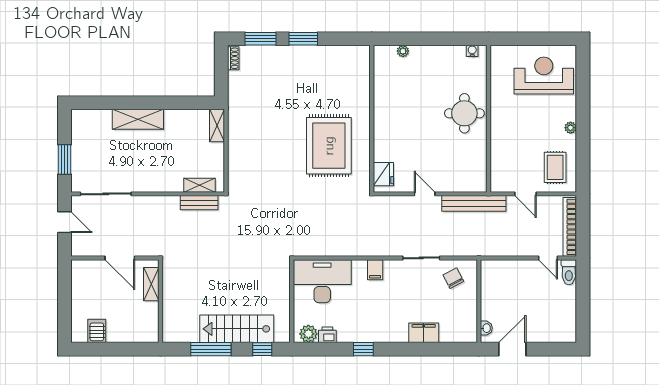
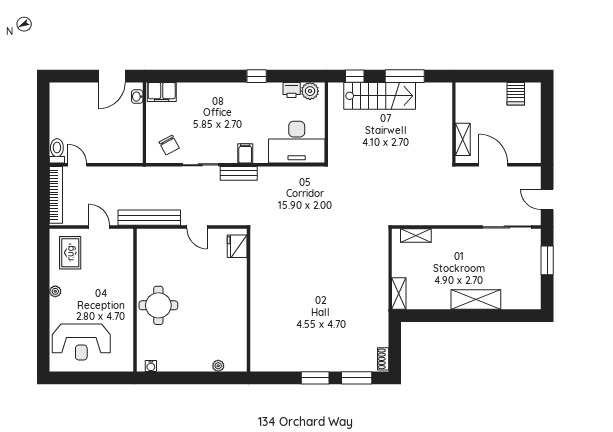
rug: (329, 146) -> (290, 274), removed
bench: (199, 203) -> (239, 173), moved
filing cabinet: (424, 333) -> (162, 92), moved

